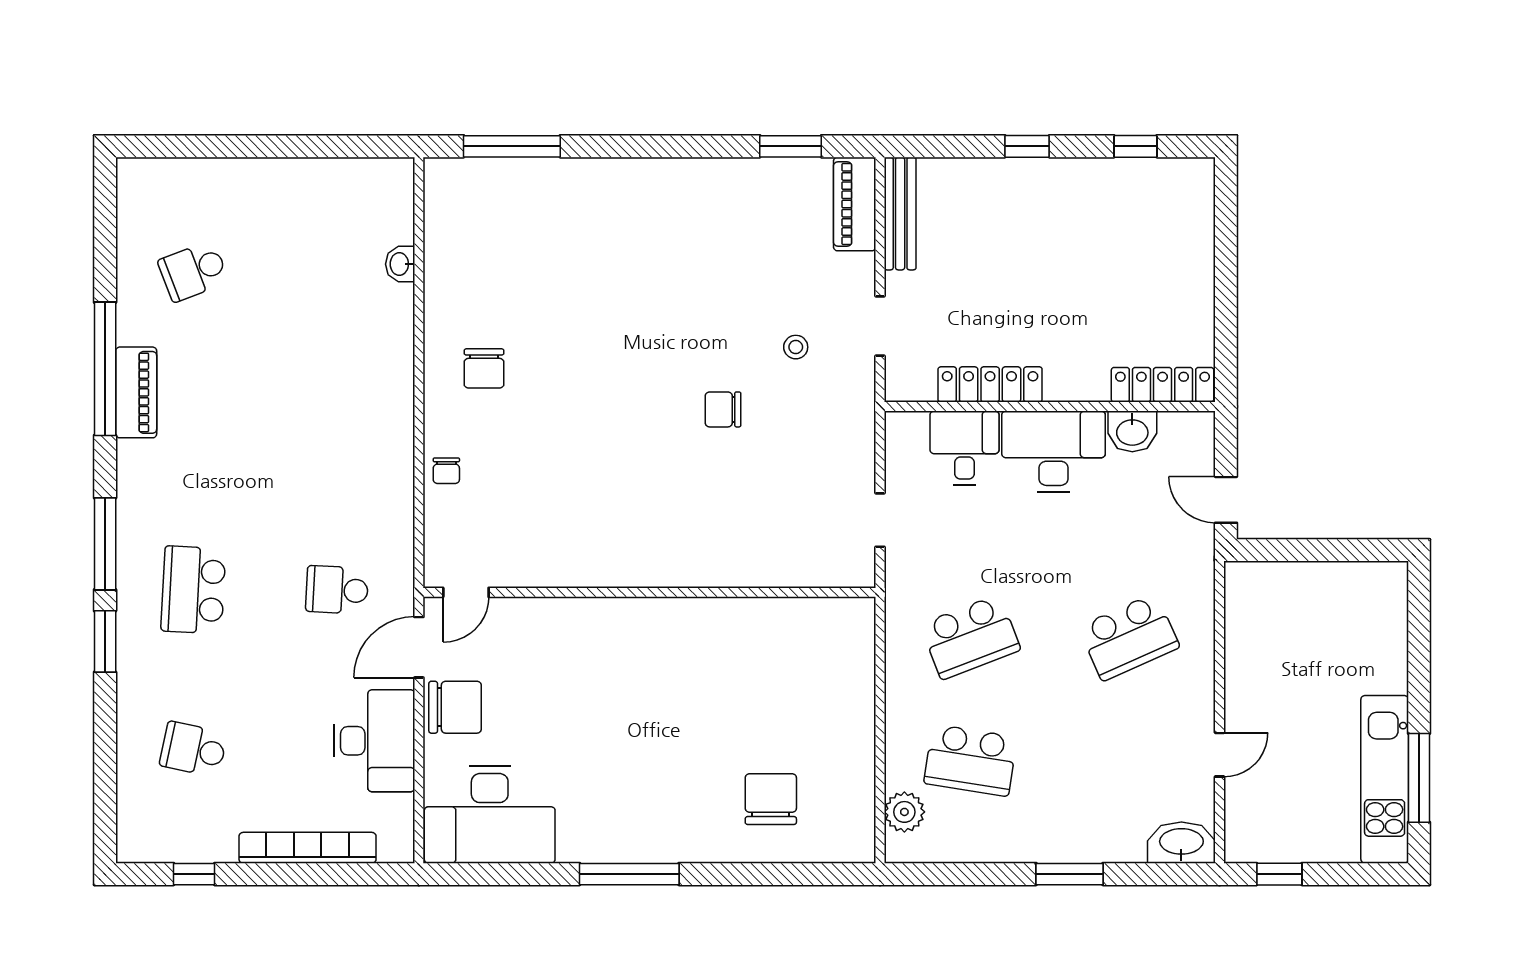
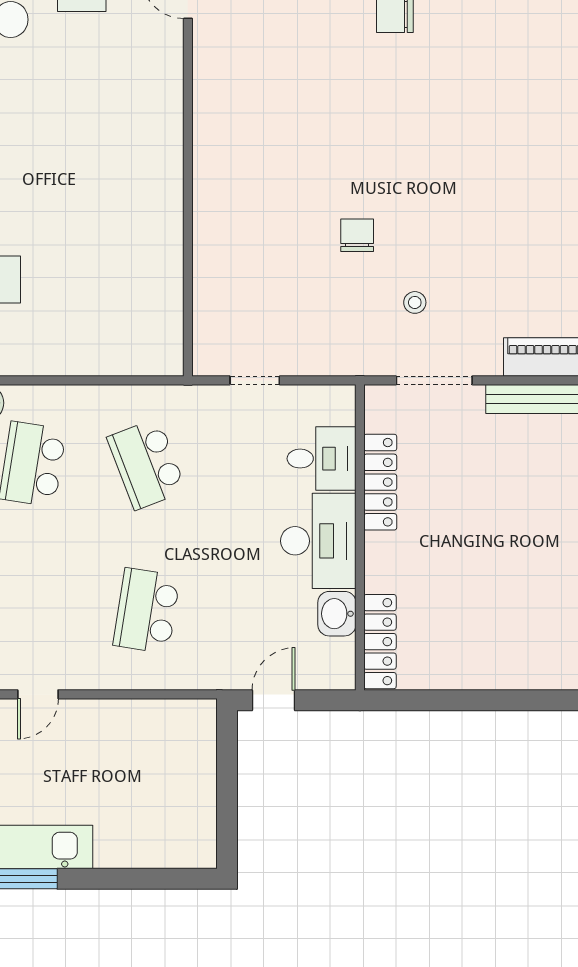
doorway: (880, 326) -> (434, 380), width x1.38
school desk: (1129, 637) -> (147, 611), turned 33
door: (1220, 755) -> (38, 694), hinge flipped

